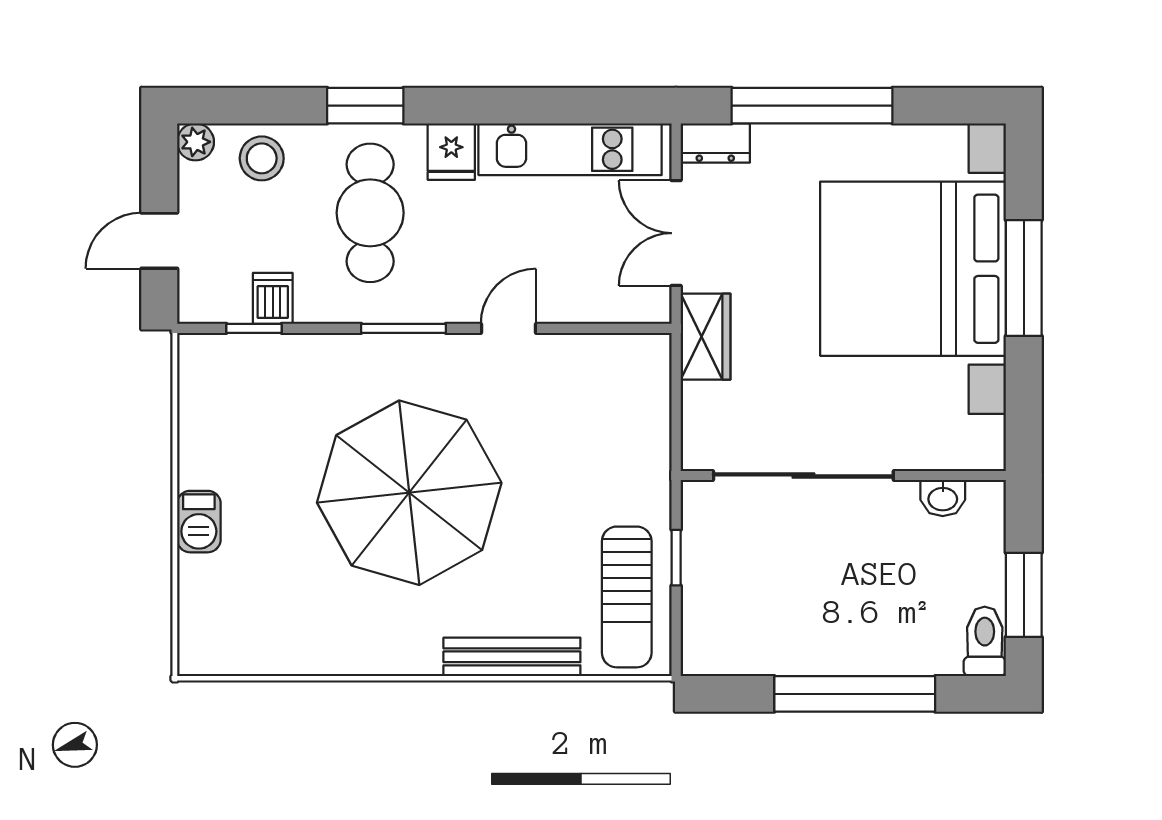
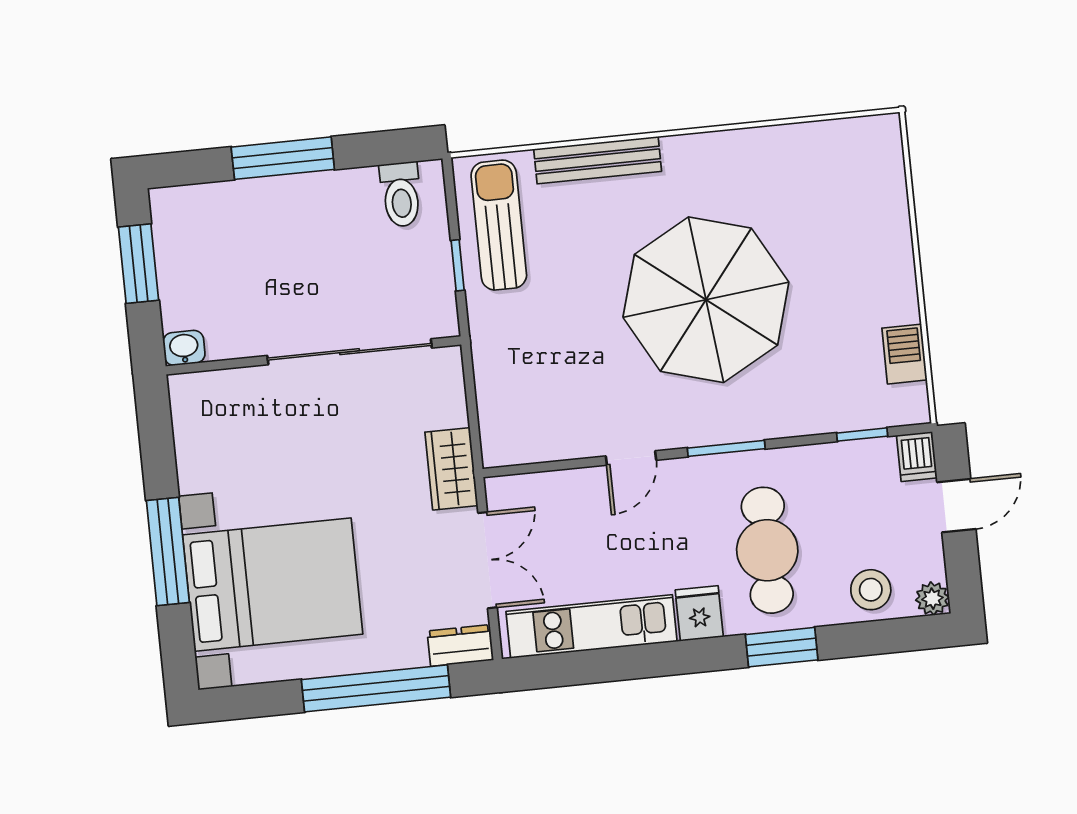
bed with nightstands: (913, 269) -> (273, 585), width x0.73
dishwasher: (273, 298) -> (917, 457), moved
washbasin: (943, 498) -> (184, 348), moved
barbecue: (199, 522) -> (904, 354), moved
toilet: (985, 641) -> (401, 194), moved
window: (855, 694) -> (283, 158), width x0.68

